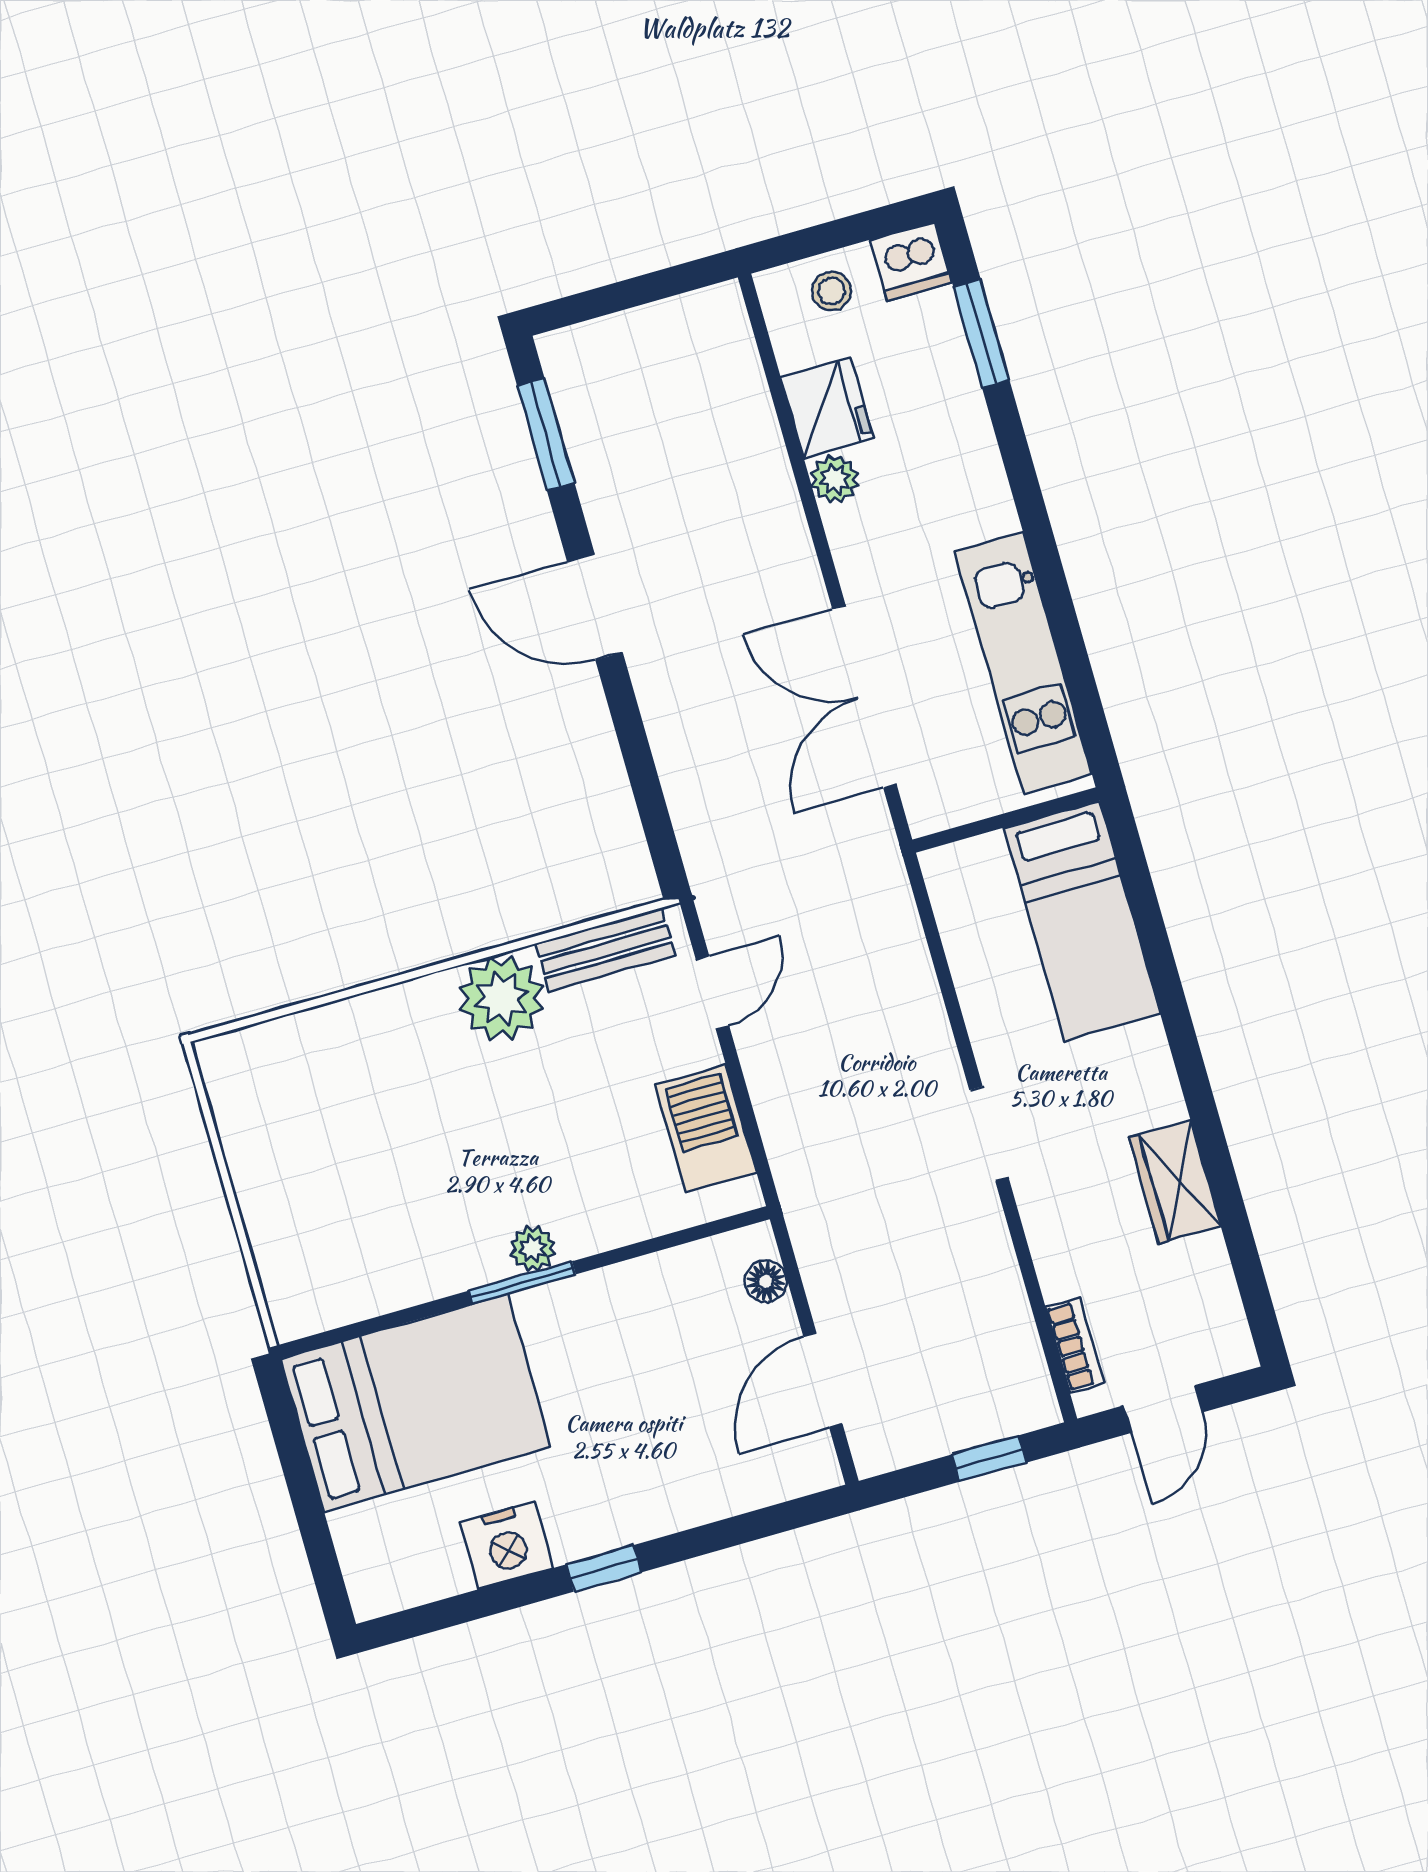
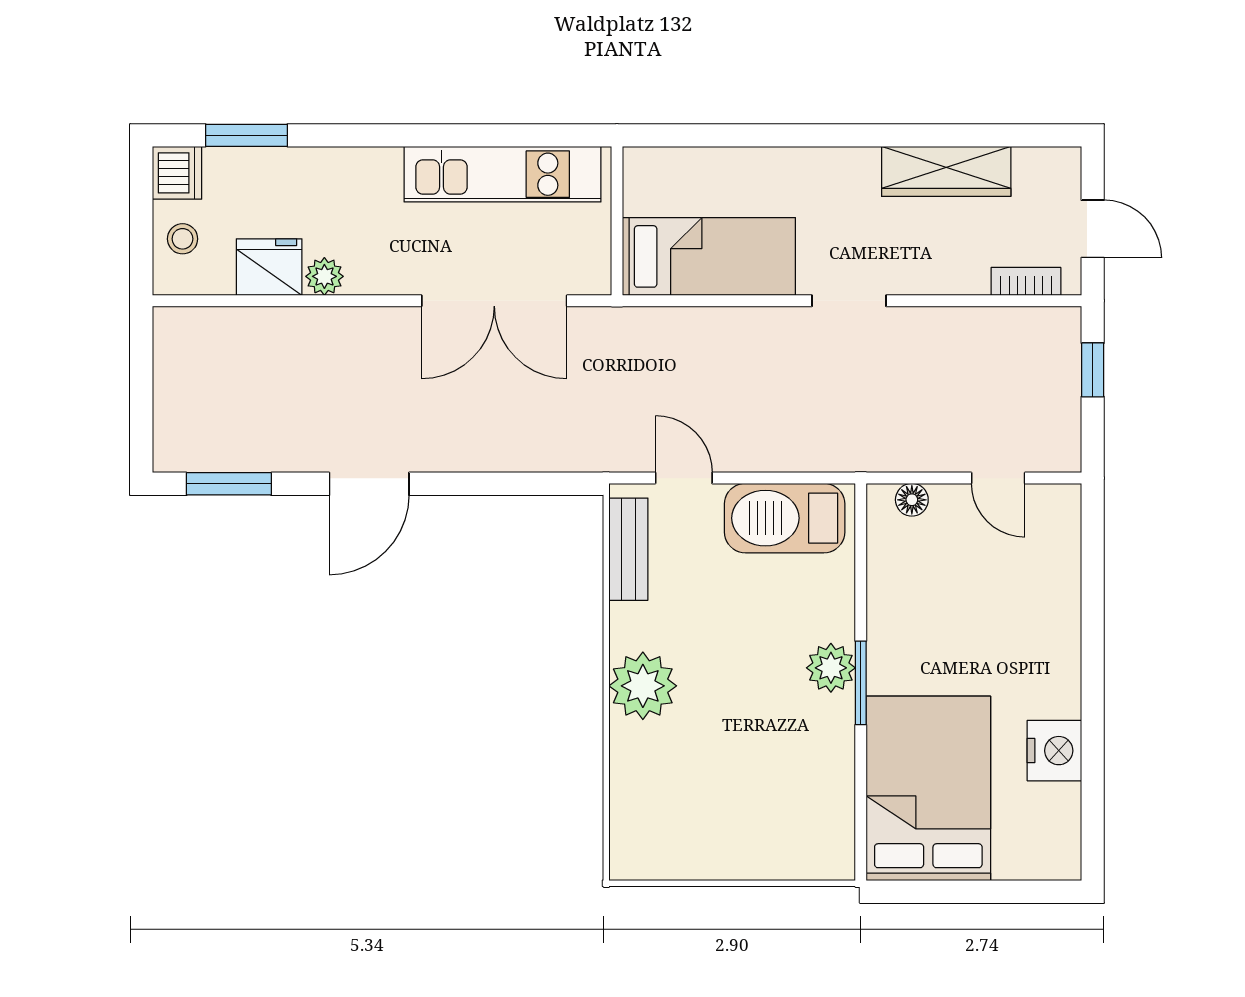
bed: (1082, 921) -> (709, 256), moved
plant: (501, 998) -> (643, 686), moved
barbecue: (706, 1129) -> (785, 518), width x1.37, depth x1.21
wardrobe: (1175, 1182) -> (946, 171), width x1.50
plant: (533, 1249) -> (831, 668), width x1.38, depth x1.38
door: (823, 1380) -> (998, 478), width x0.73
window: (604, 1568) -> (1093, 683), removed

